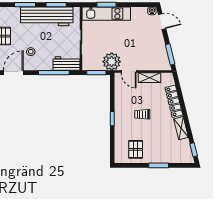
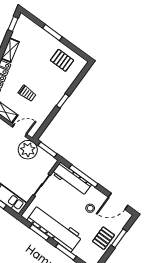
workbench: (67, 64) -> (71, 179), width x1.38
door: (129, 72) -> (20, 131), hinge flipped
trolley: (142, 114) -> (27, 93), moved
pallet: (136, 149) -> (62, 60), turned 90

